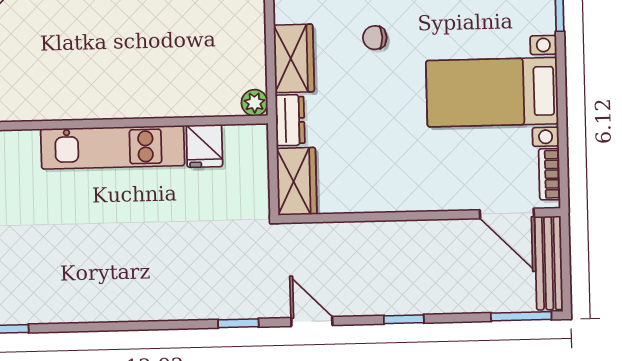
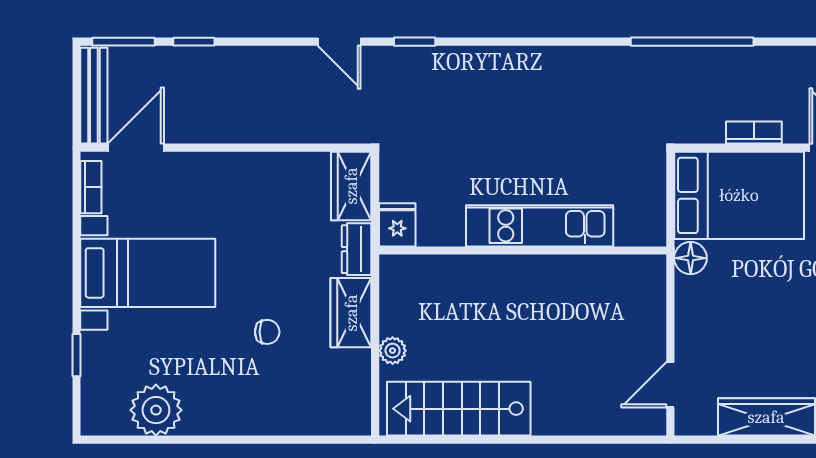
plant: (255, 103) -> (393, 351), moved
fridge: (204, 146) -> (397, 225), moved
door: (507, 214) -> (136, 148), hinge flipped
window: (404, 319) -> (194, 42), moved

